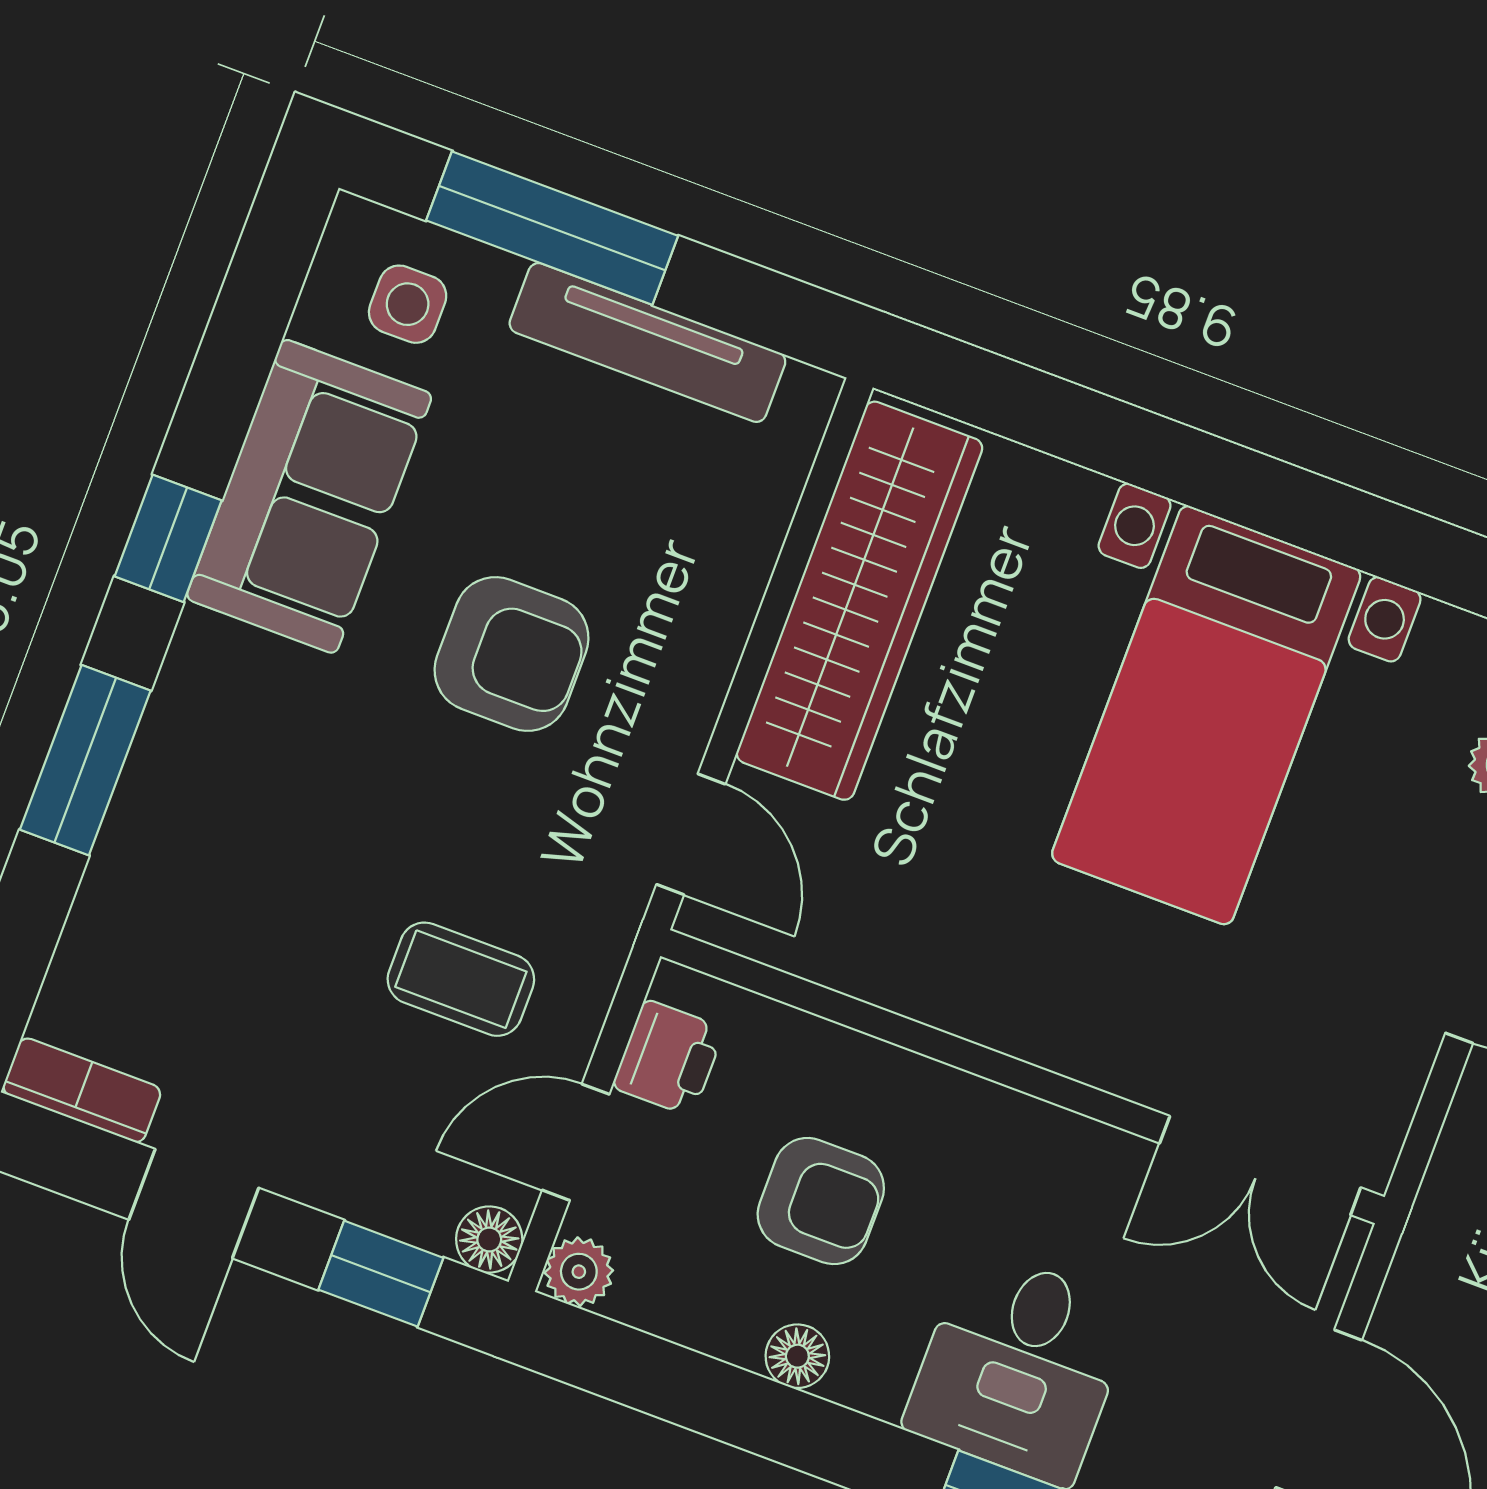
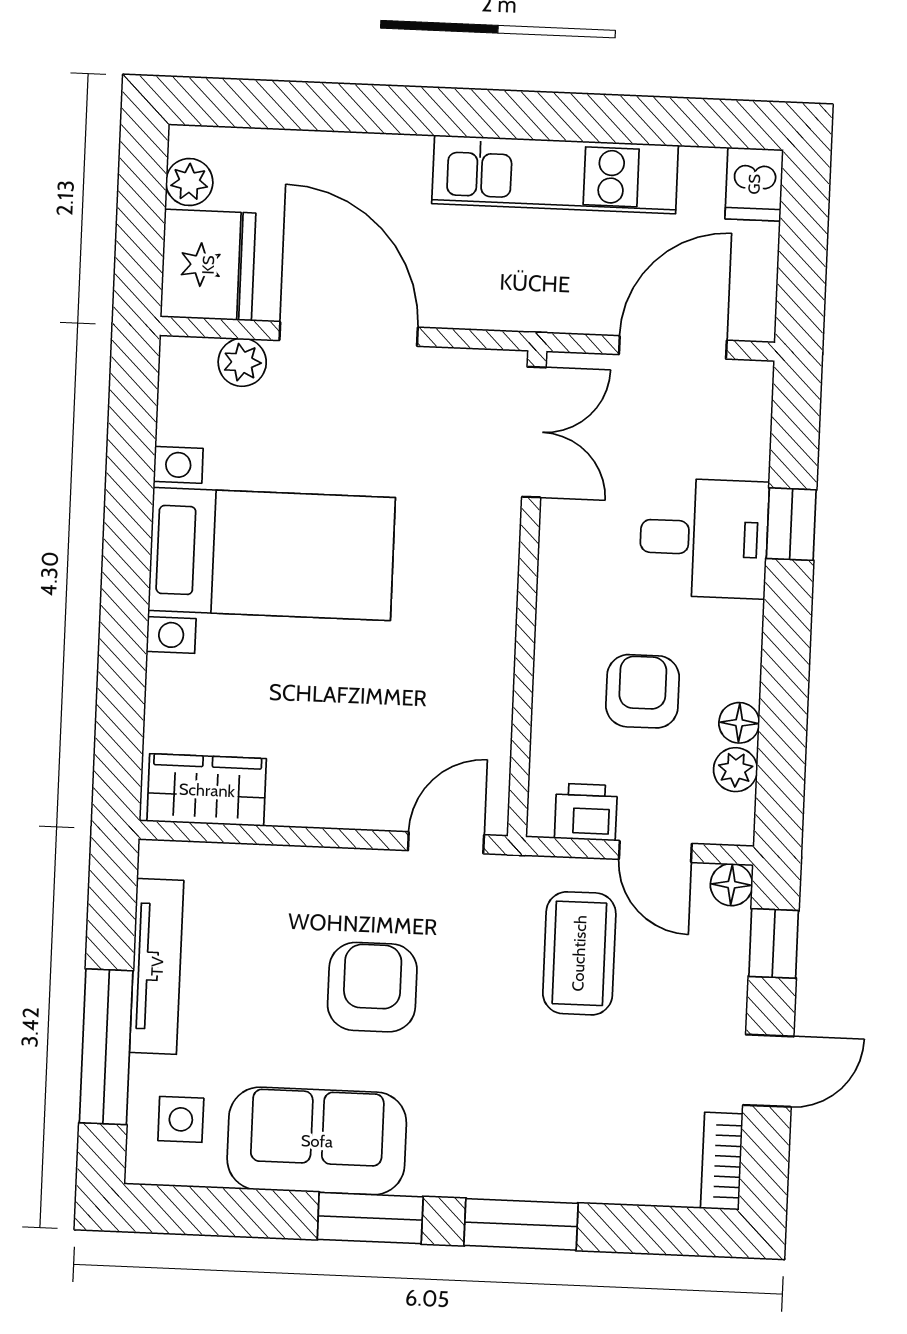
window: (168, 538) -> (370, 1218), width x1.50
wardrobe: (859, 601) -> (207, 790), width x0.48, depth x0.85
coffee table: (461, 979) -> (579, 953), width x1.36, depth x1.30
plant: (579, 1272) -> (735, 770), moved
floor lamp: (797, 1356) -> (739, 723), moved

